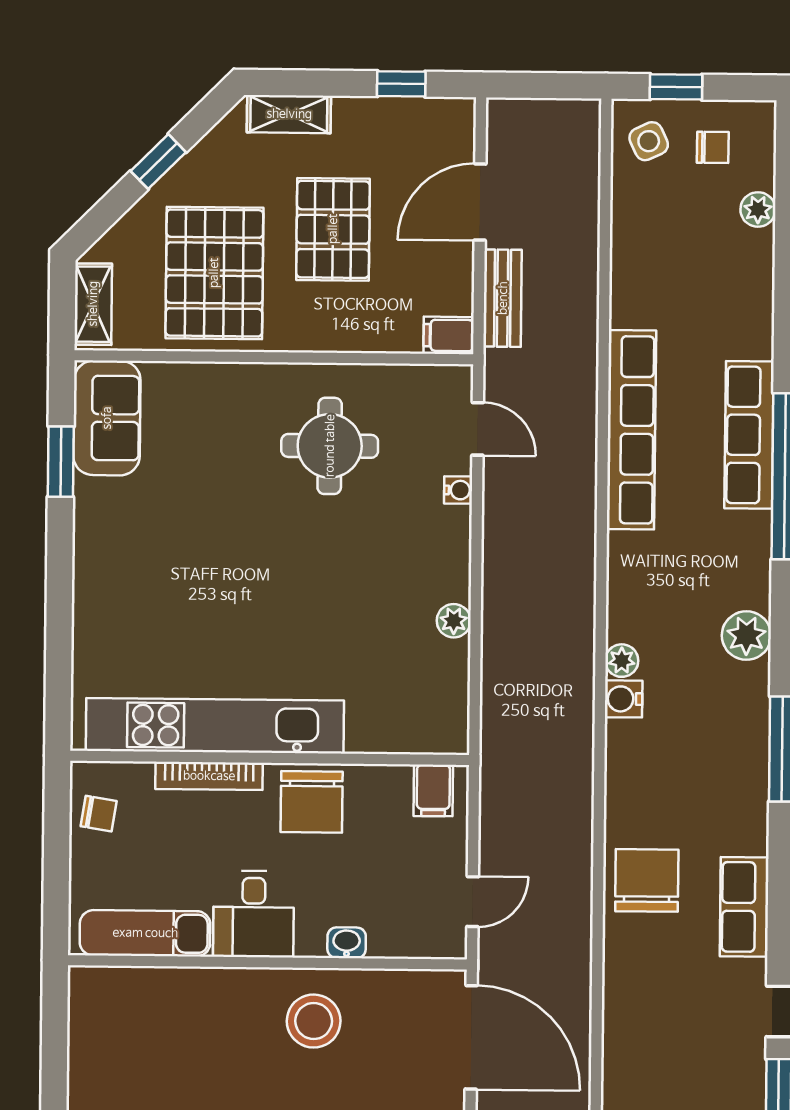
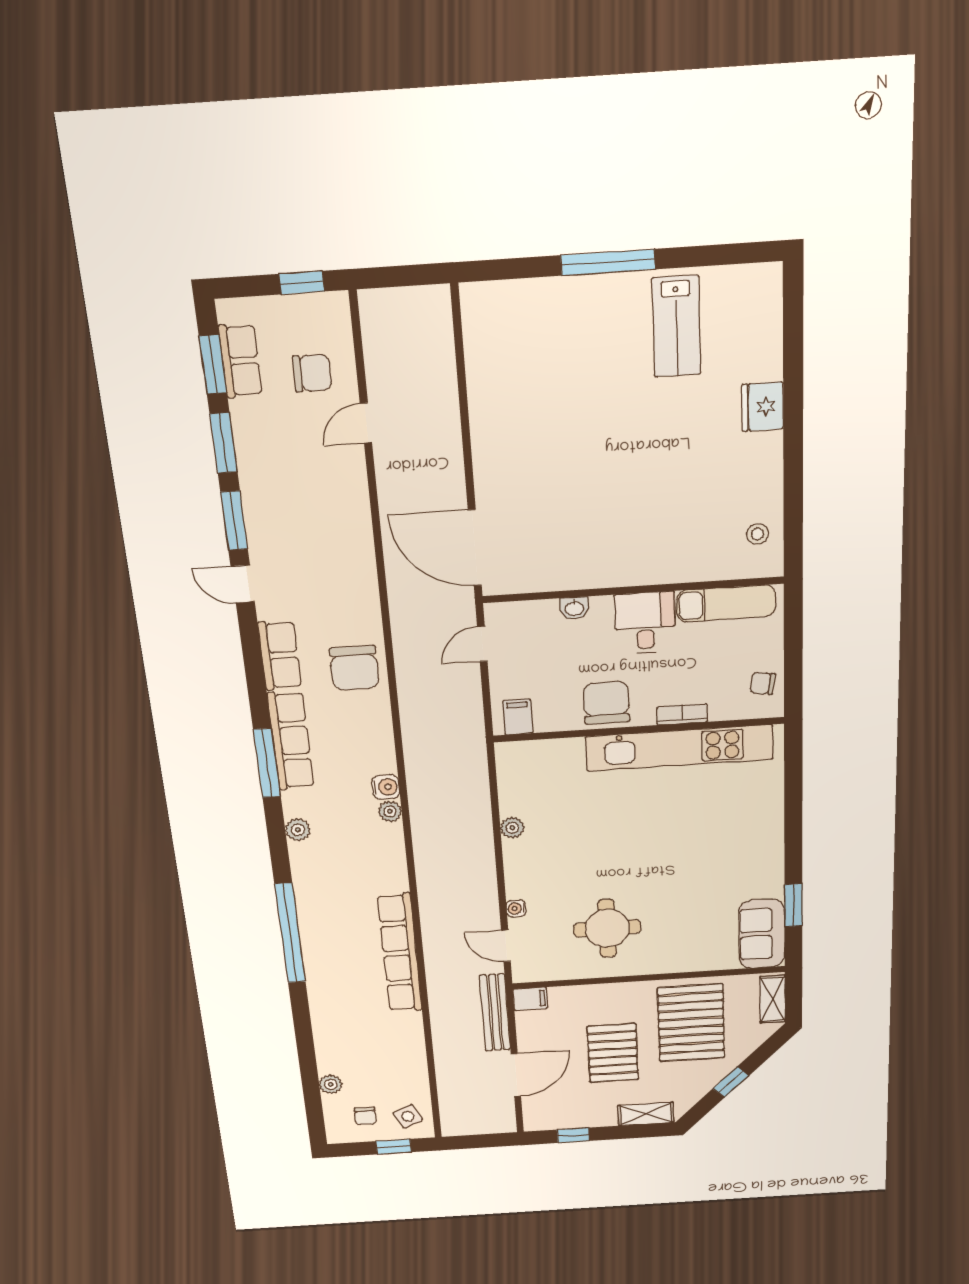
chair: (713, 147) -> (365, 1116), turned -90
bench: (503, 298) -> (495, 1013), width x1.36
row of seats: (749, 435) -> (291, 741), moved
plant: (746, 635) -> (298, 830), width x0.73, depth x0.73
bookcase: (209, 776) -> (682, 714), width x0.64
stool: (314, 1021) -> (757, 534), moved, width x0.53, depth x0.53

